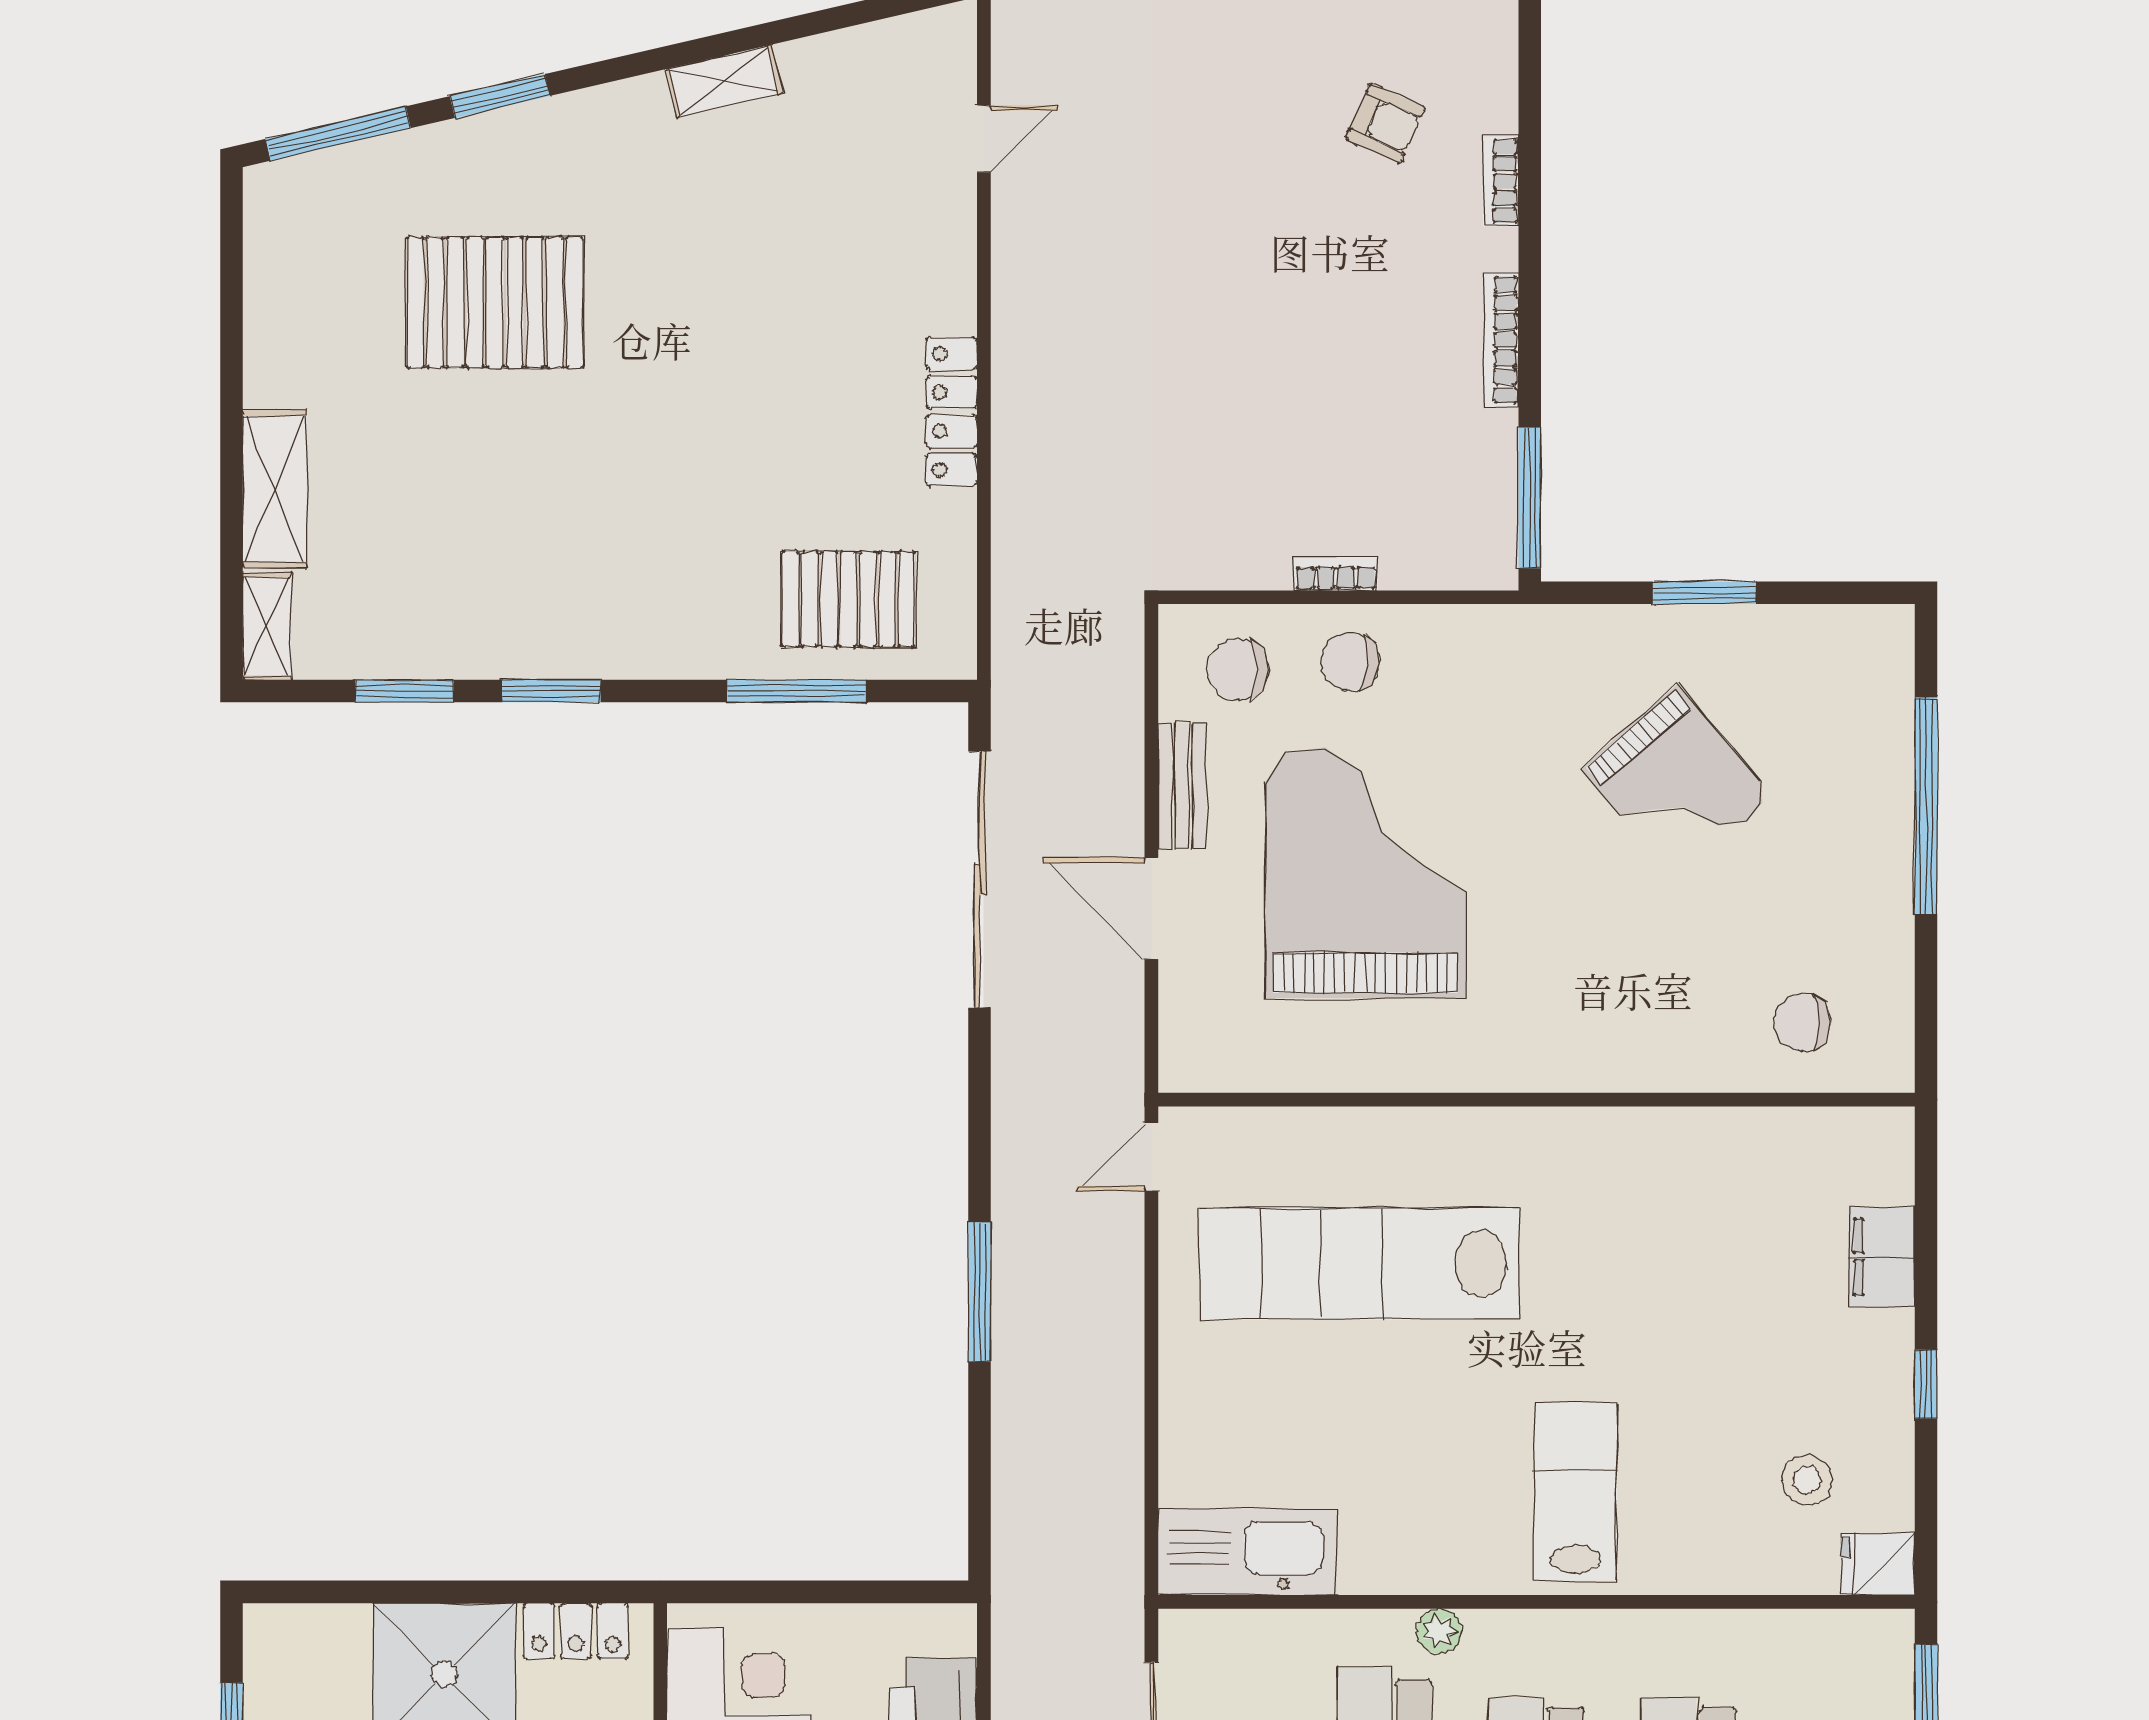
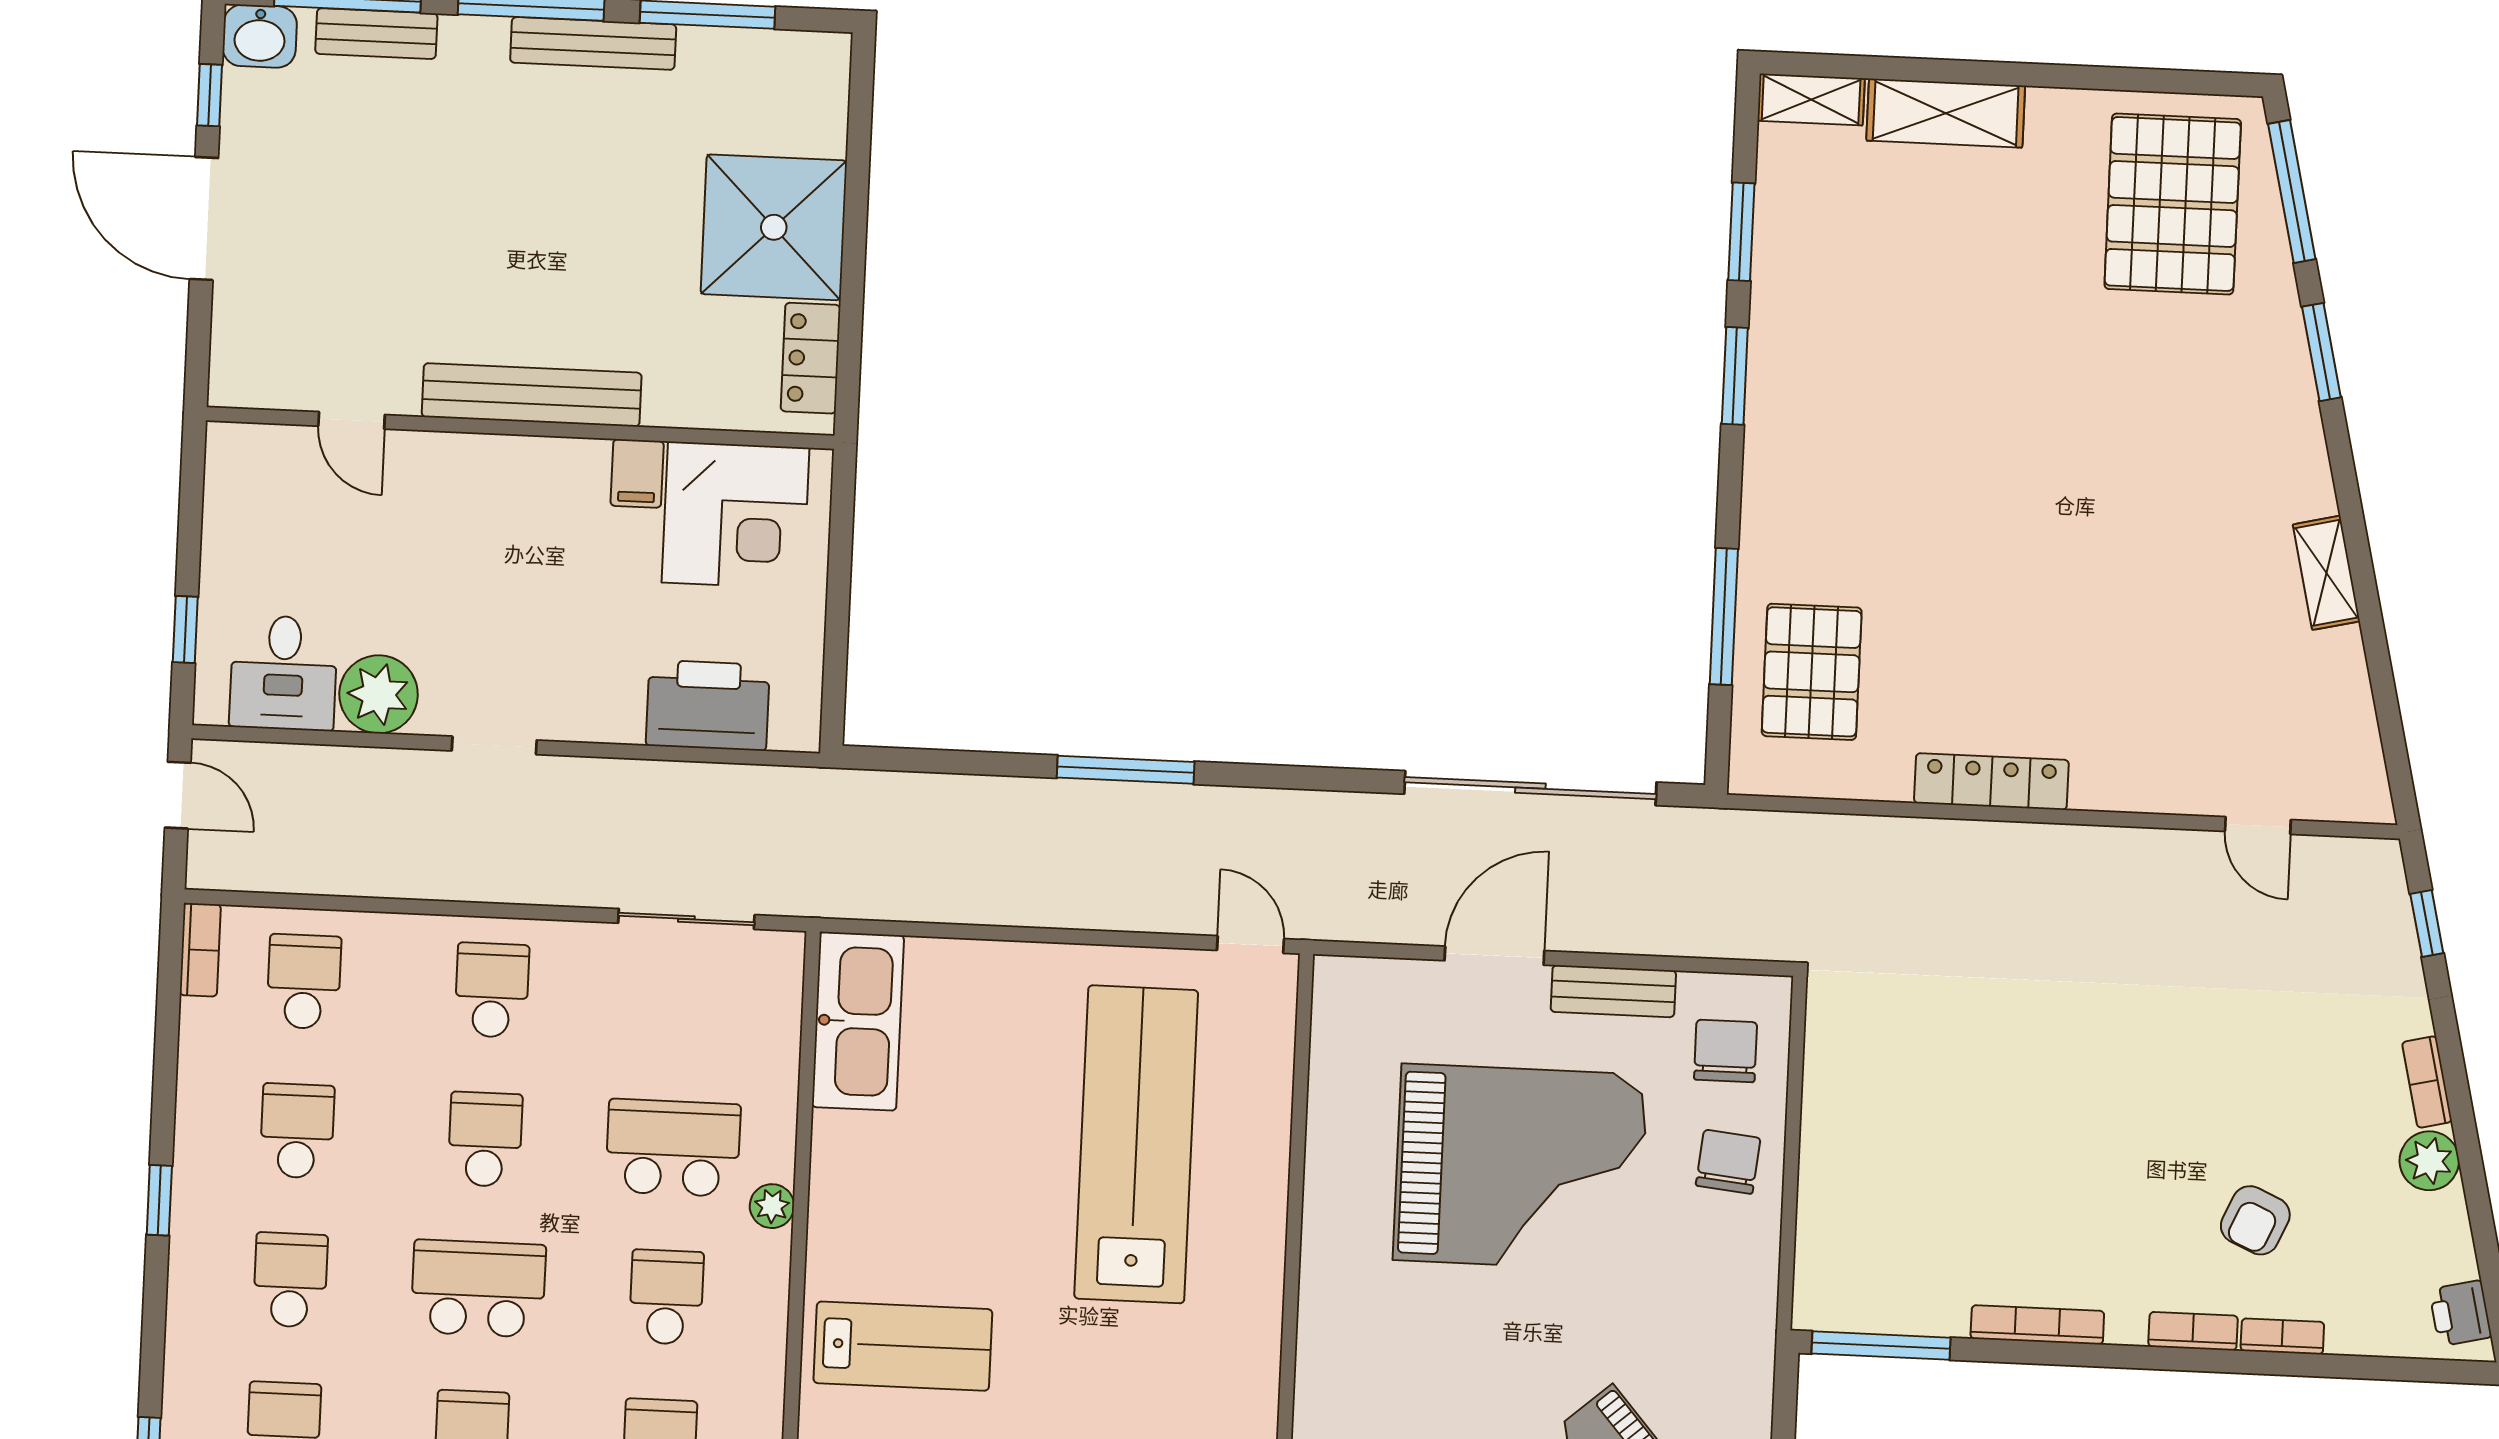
pallet: (495, 303) -> (2173, 204), moved
bookcase: (1336, 574) -> (2282, 1336), moved, turned -90

